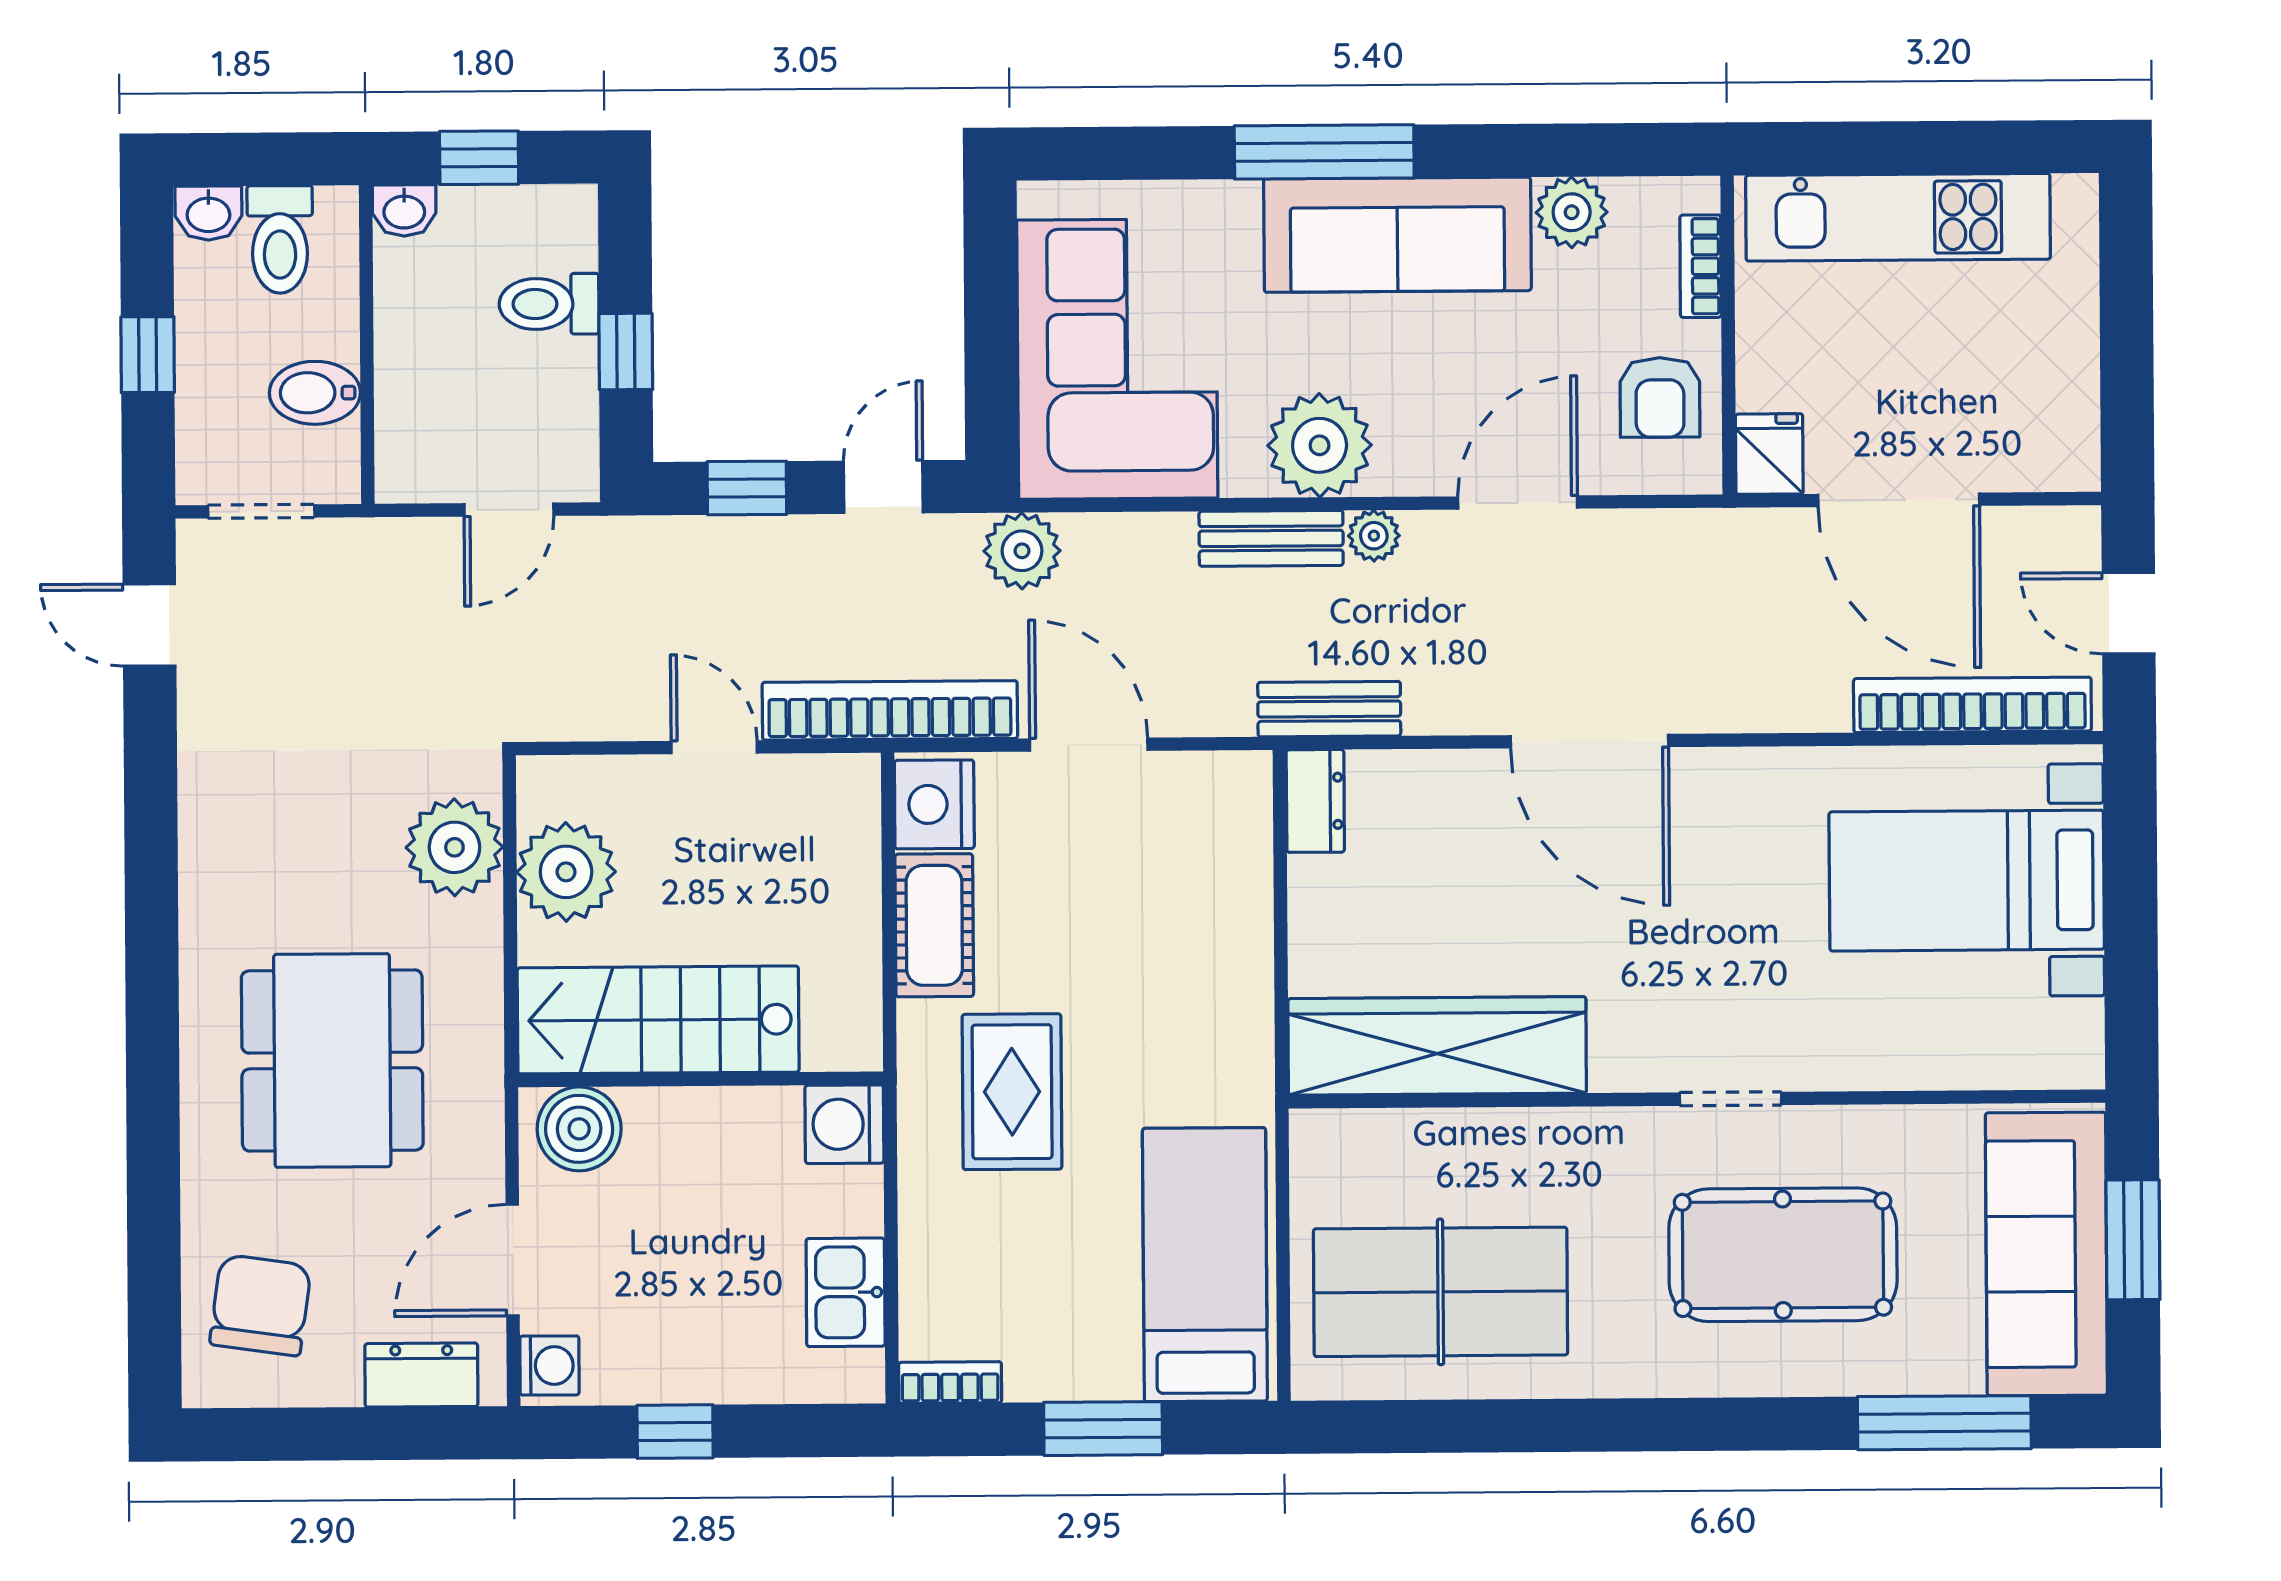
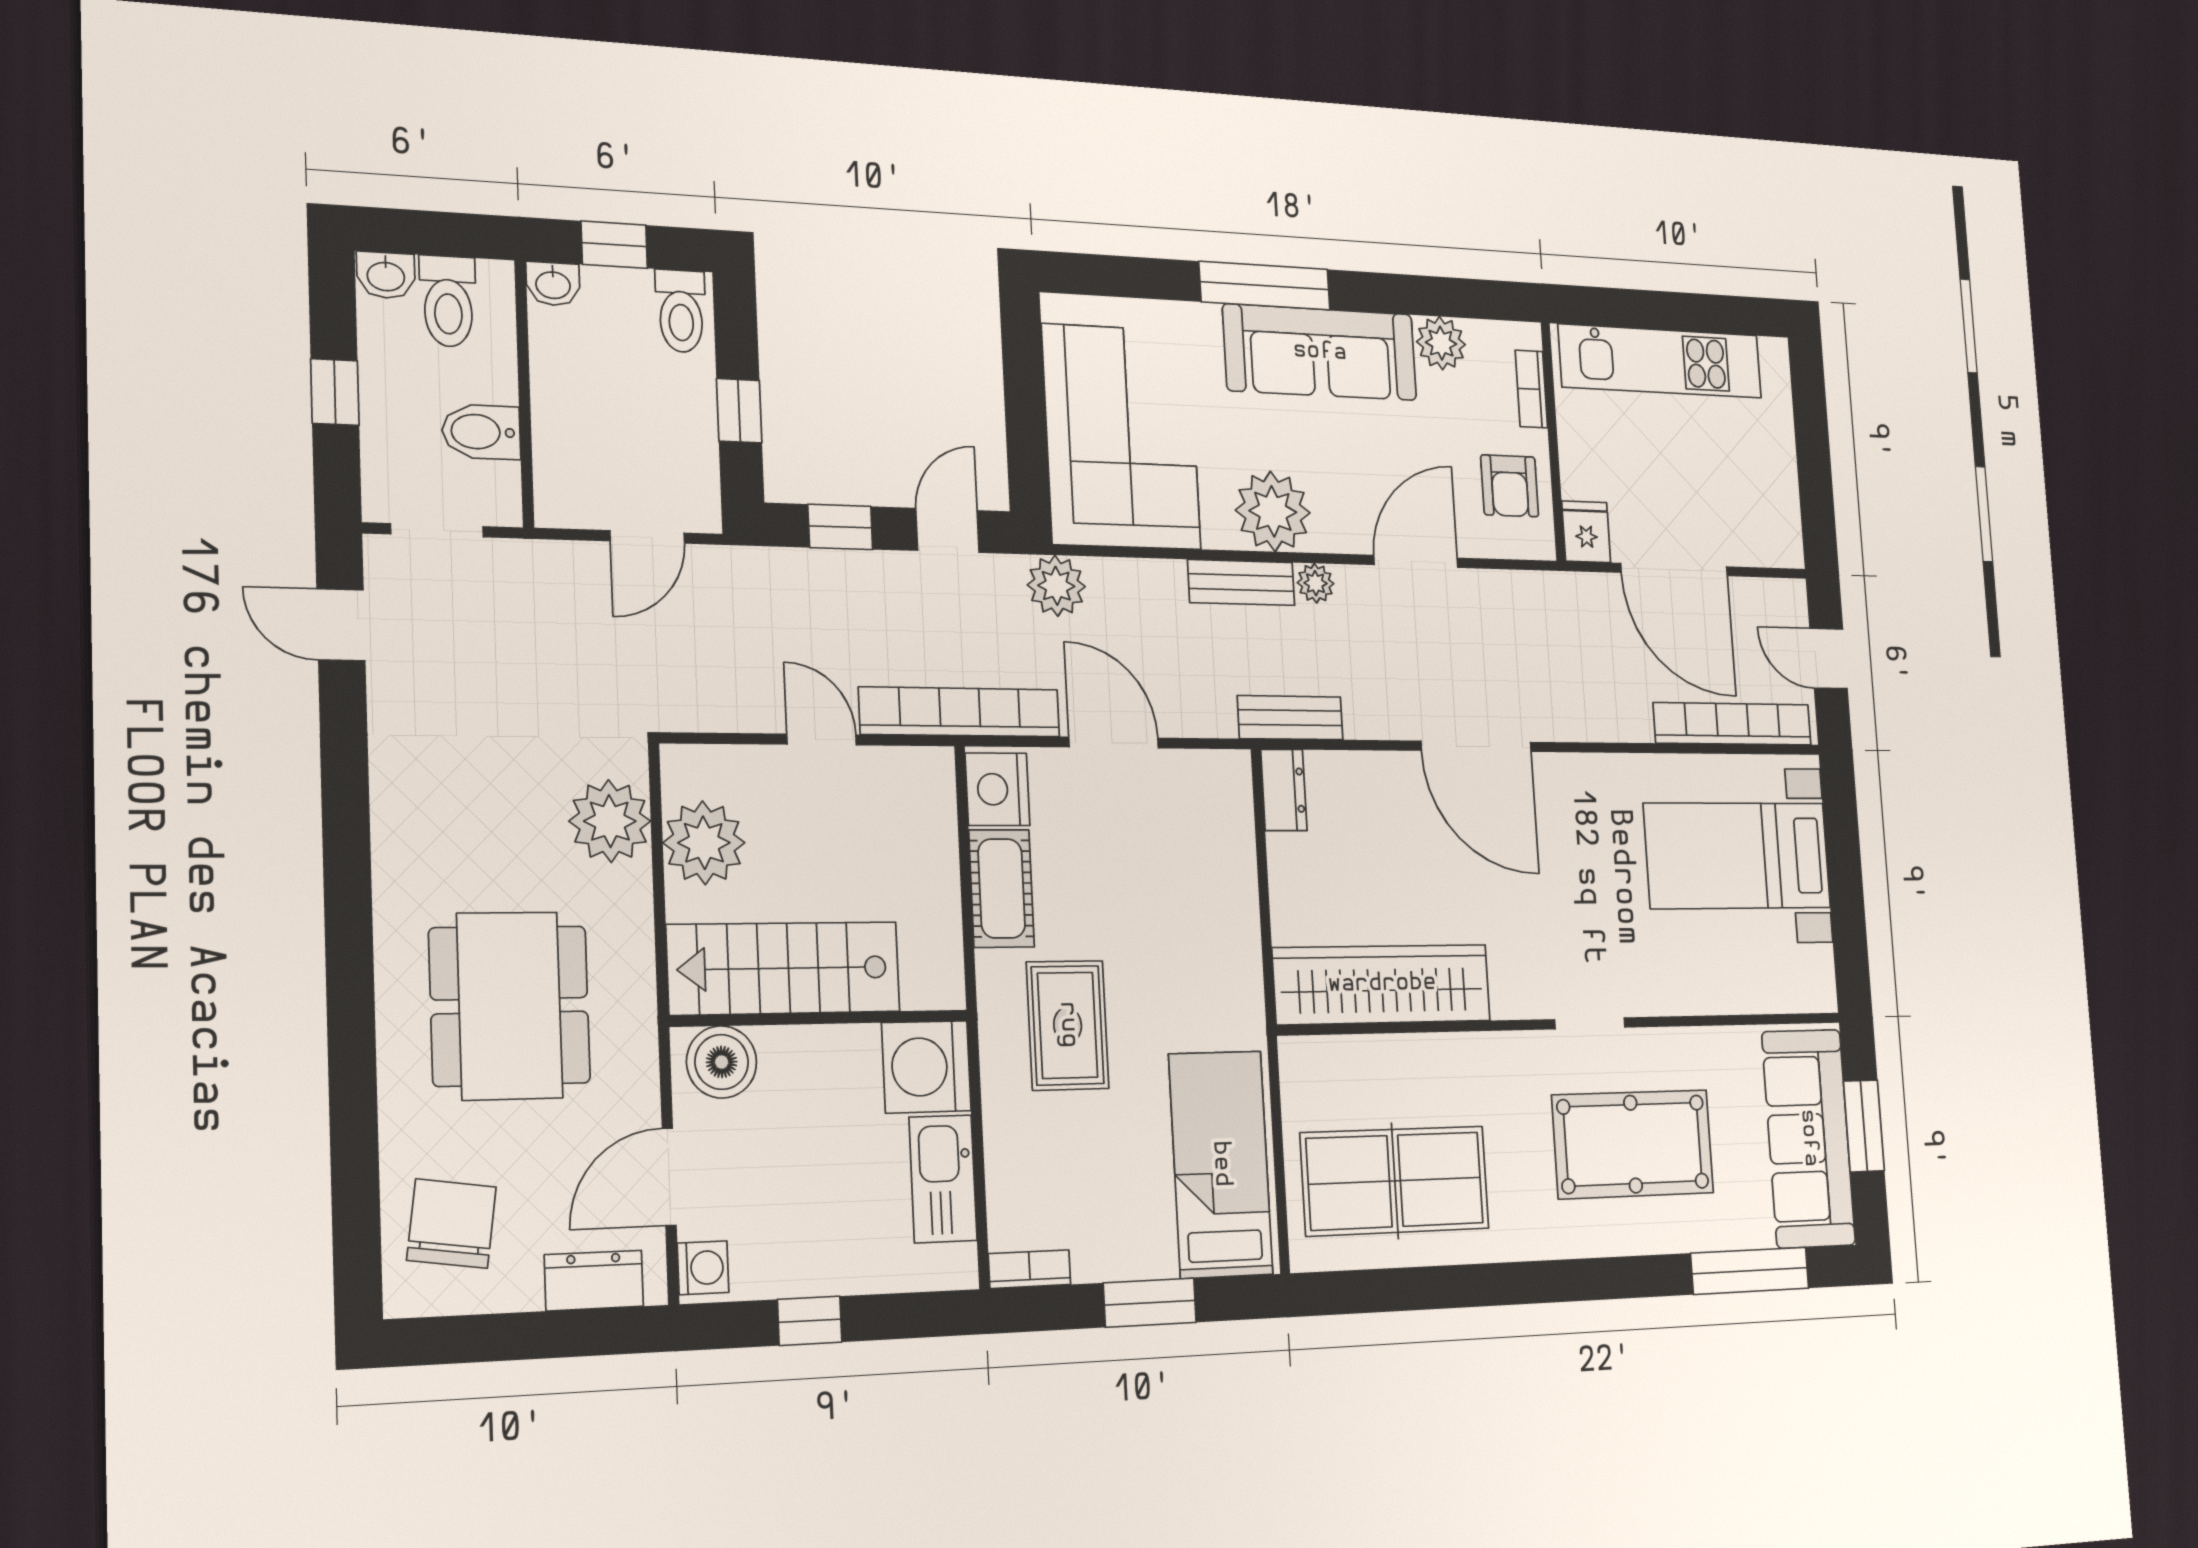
toilet: (549, 304) -> (681, 311), moved, turned -90
washing machine: (844, 1124) -> (926, 1067), width x1.37, depth x1.37
kitchen sink: (846, 1292) -> (943, 1179), width x1.38

